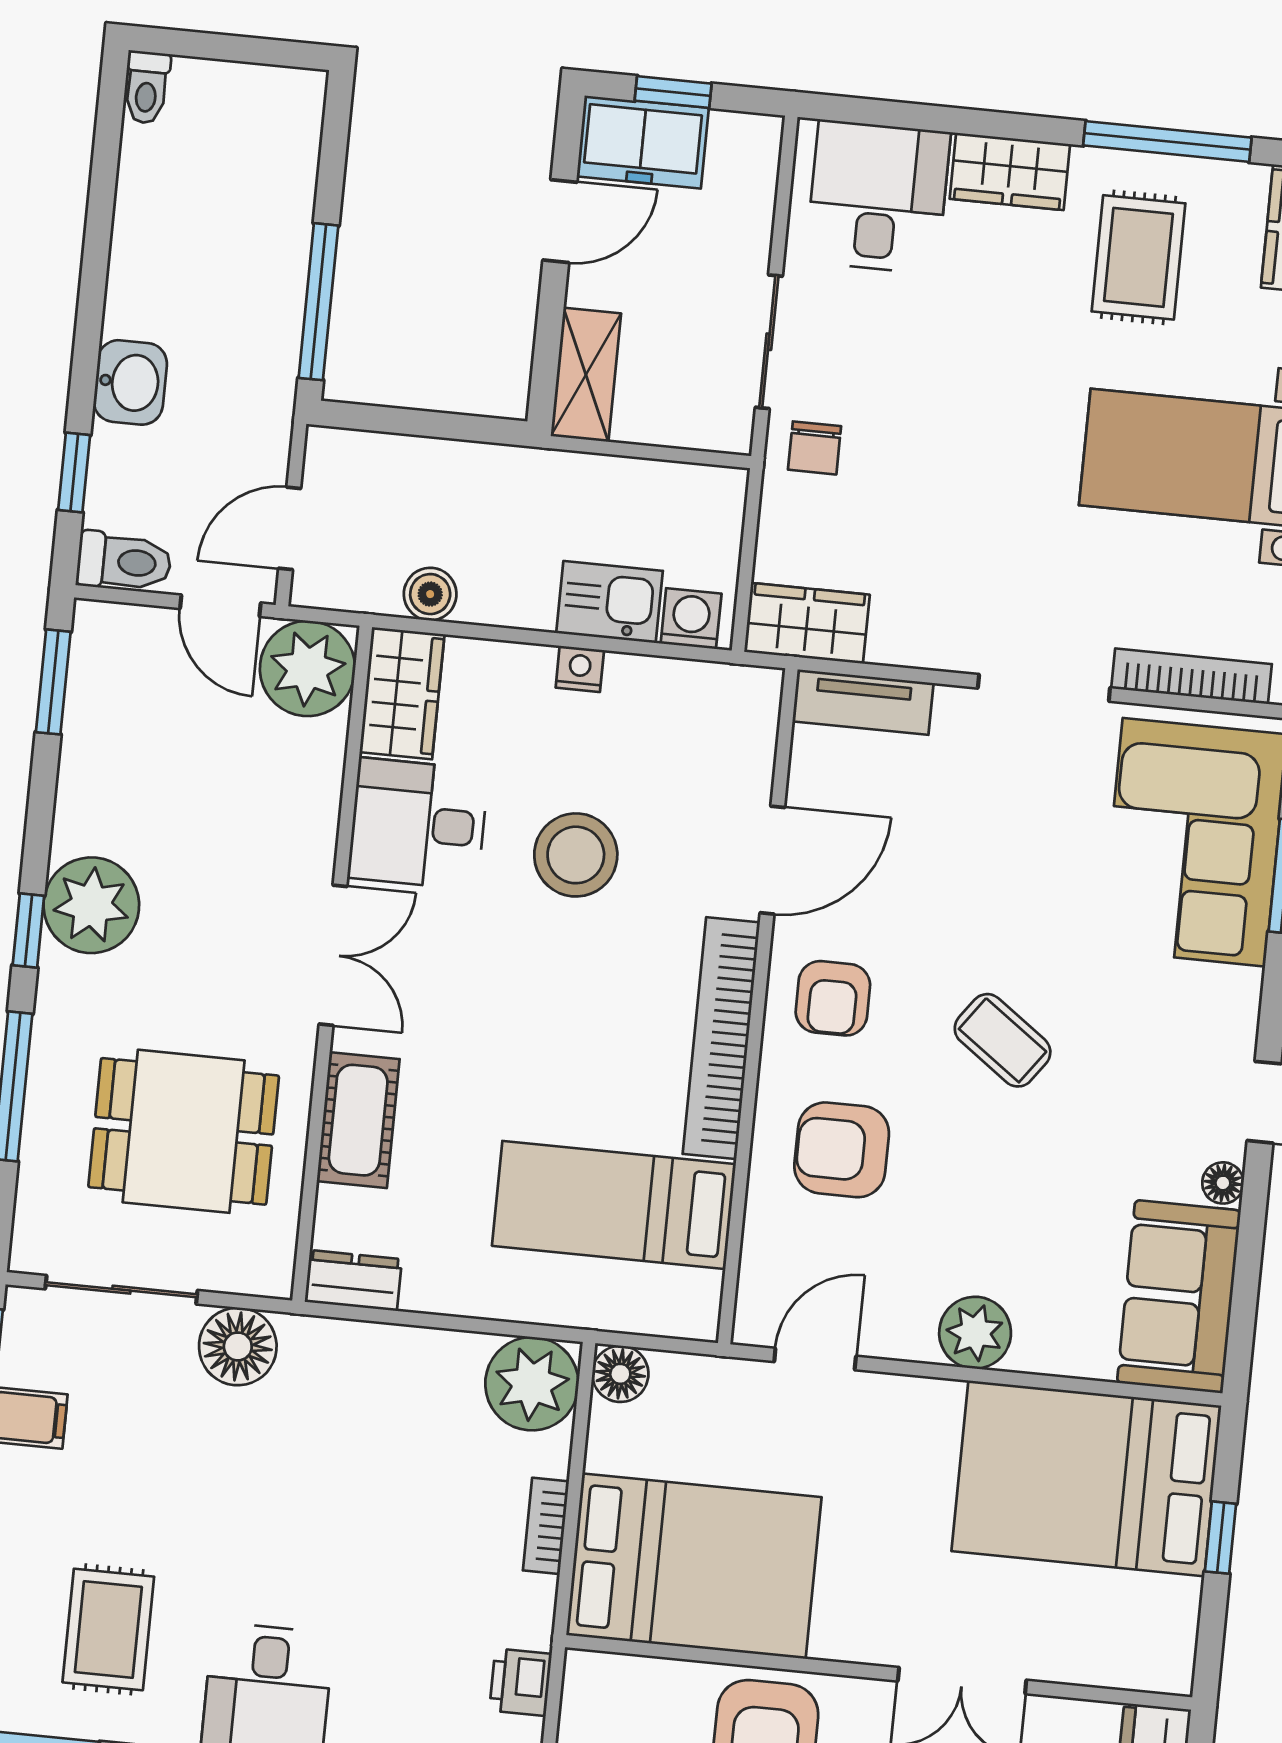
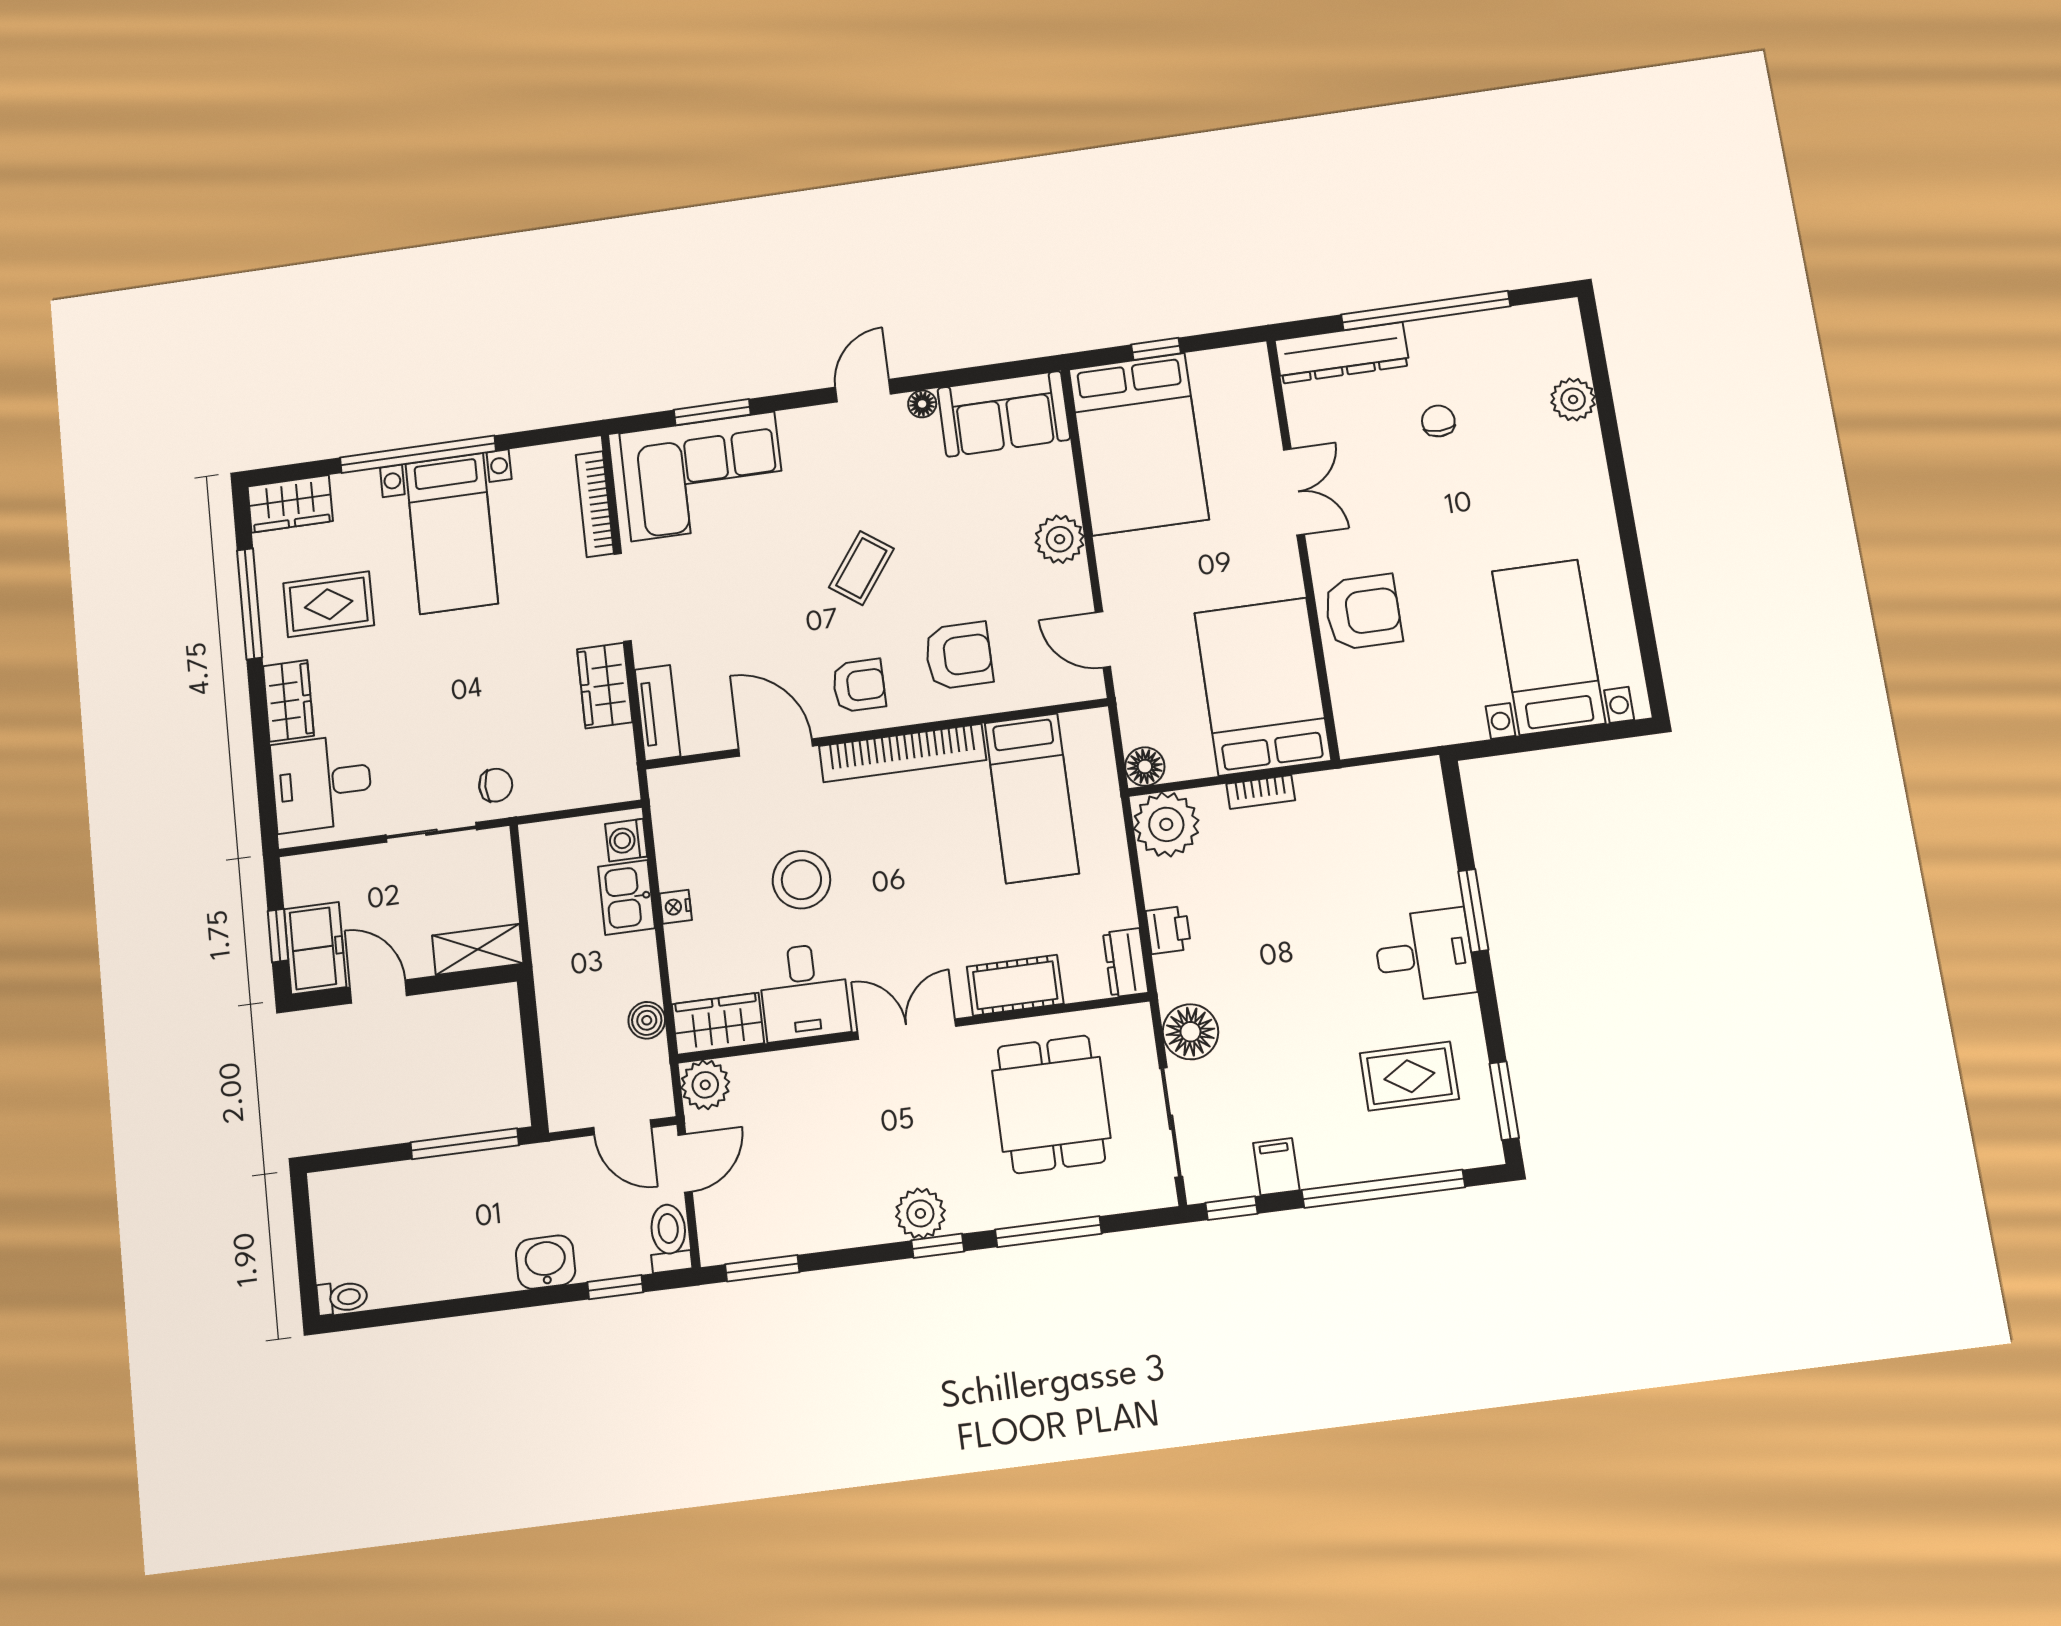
wardrobe: (807, 623) -> (605, 686), moved
plant: (308, 668) -> (705, 1085), width x0.73, depth x0.73
plant: (91, 905) -> (920, 1213), width x0.73, depth x0.73
armchair: (842, 1150) -> (959, 656), turned -90
printer: (521, 1682) -> (1168, 930), moved, turned -90

